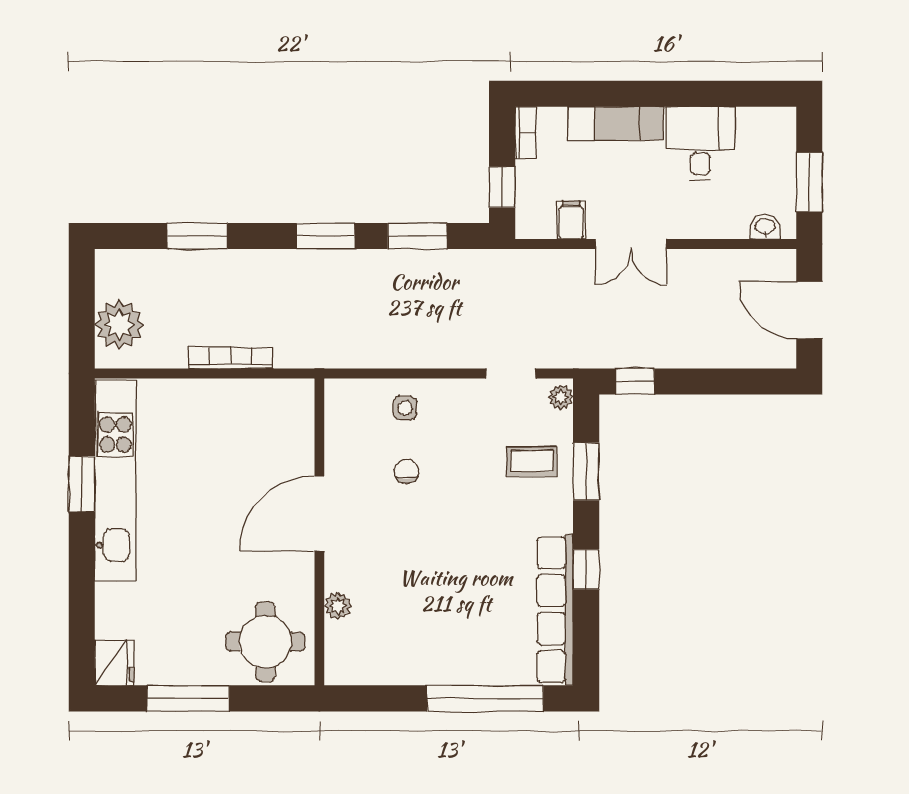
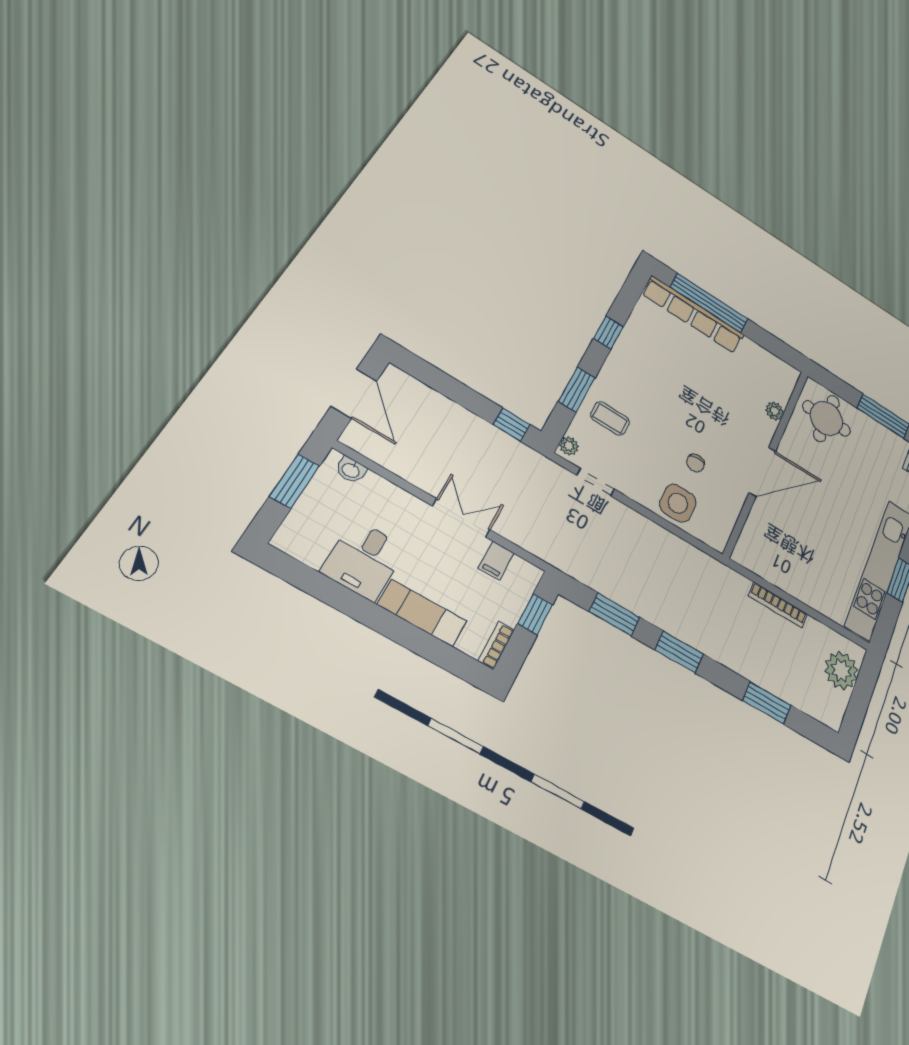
side table: (405, 408) -> (678, 503), width x1.87, depth x1.87
row of seats: (555, 610) -> (693, 315), moved, turned 90

